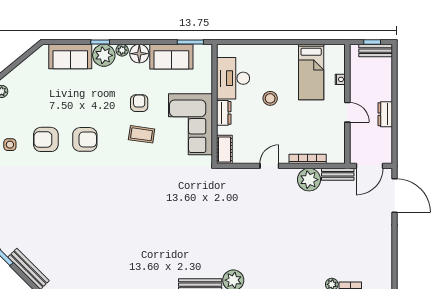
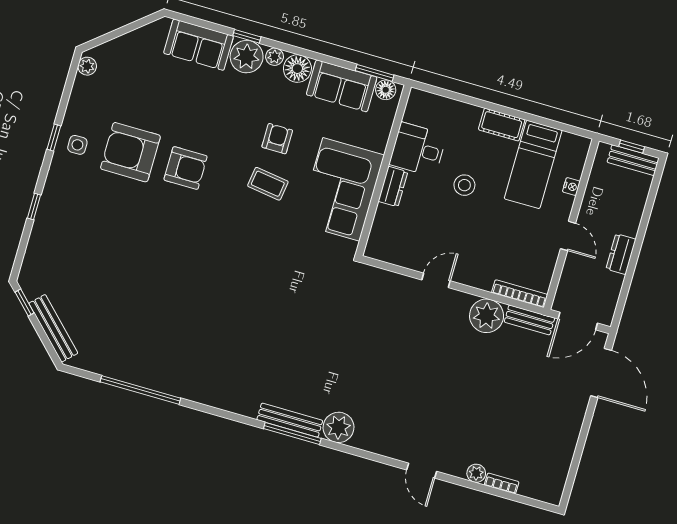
floor lamp: (201, 51) -> (386, 90), added
desk: (233, 78) -> (418, 149), width x0.73
armchair: (46, 139) -> (130, 152), width x1.36, depth x1.36
cot: (224, 149) -> (502, 125), moved, turned 90
bookcase: (308, 159) -> (520, 294), moved

